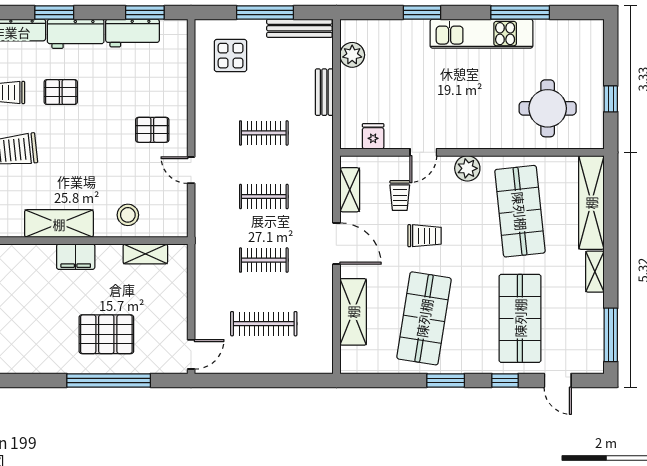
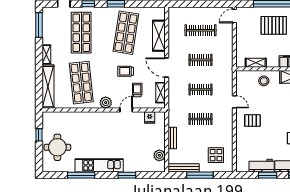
window: (145, 13) -> (268, 175), moved
round table: (548, 108) -> (57, 147), moved

